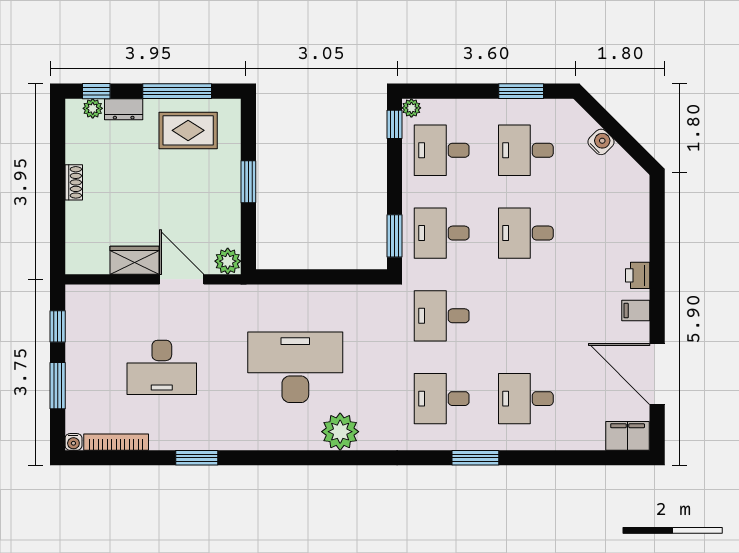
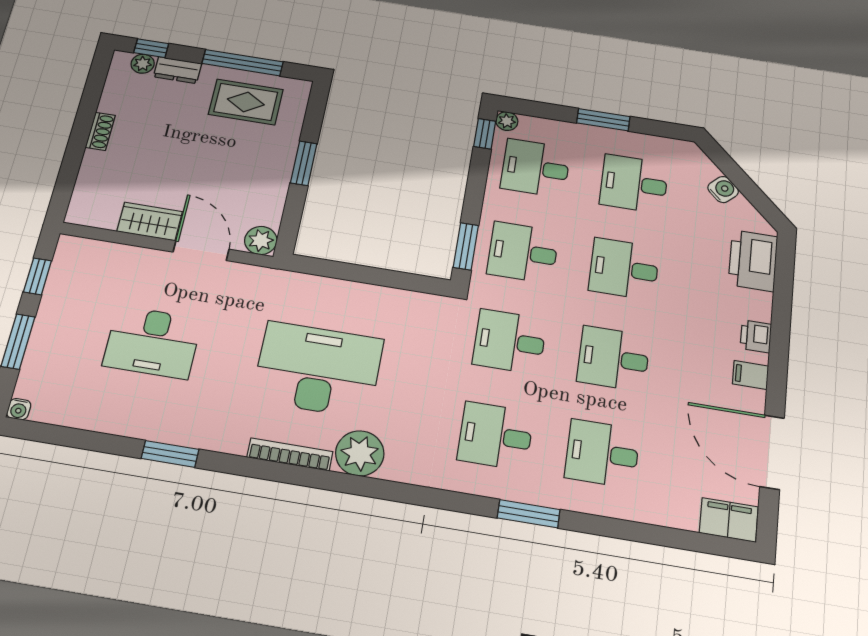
window: (521, 91) -> (603, 120), moved
printer: (631, 206) -> (753, 261), added
desk: (526, 316) -> (613, 359), added
bookcase: (116, 442) -> (290, 454), moved

